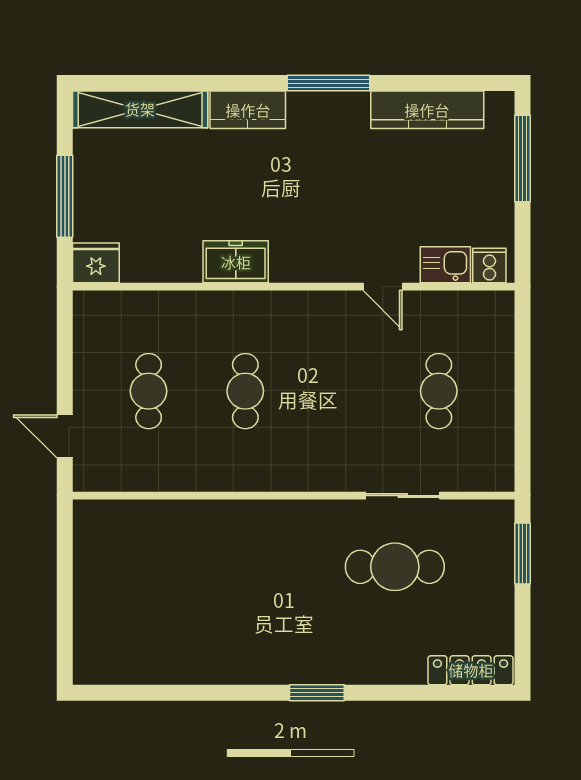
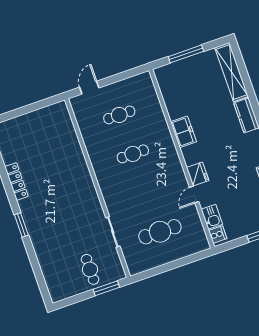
fridge: (96, 263) -> (198, 174), moved
cafe table: (439, 391) -> (160, 232), width x1.37, depth x1.35
cafe table: (395, 567) -> (90, 269), moved, width x0.73, depth x0.74
locker: (471, 670) -> (16, 181), moved

